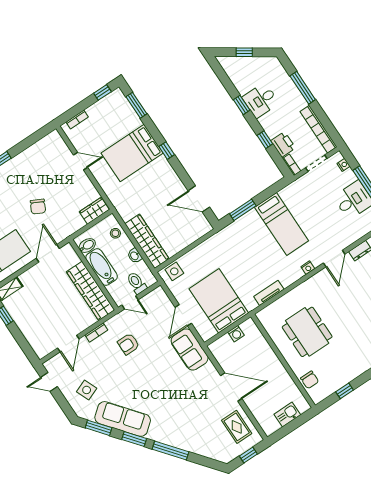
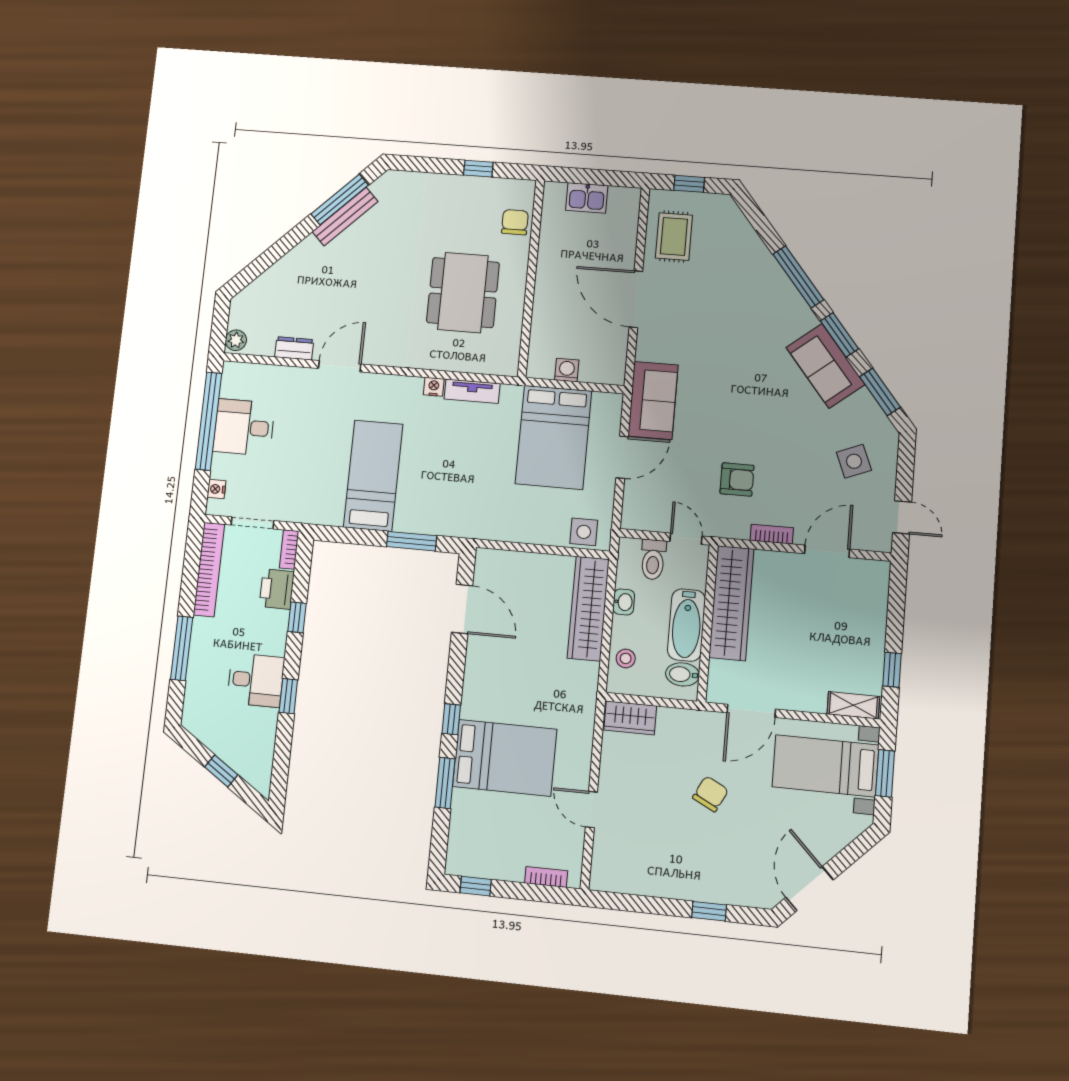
window: (136, 105) -> (445, 783), moved
nightstand: (308, 268) -> (434, 387), moved
sofa: (123, 419) -> (826, 366), width x0.73

